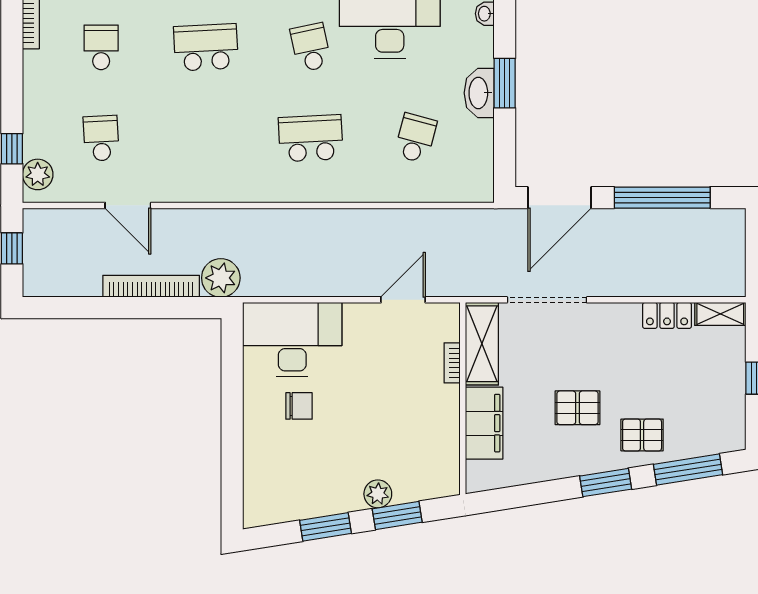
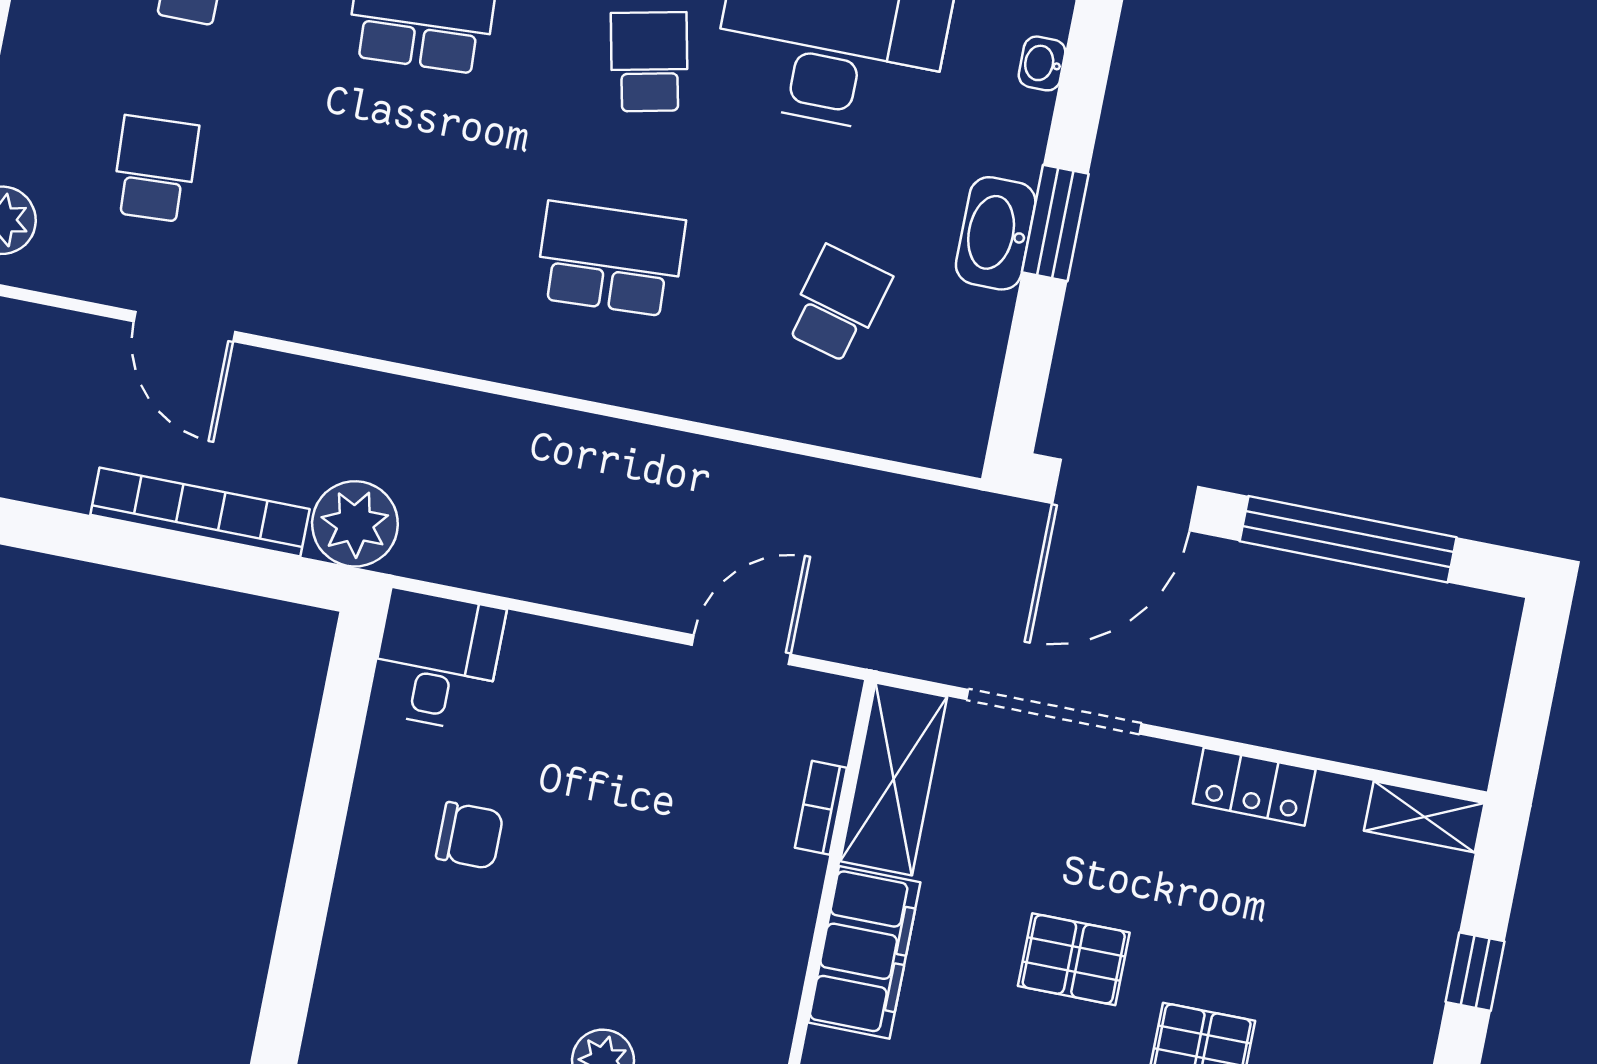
locker: (667, 315) -> (1254, 787), moved
desk: (292, 340) -> (437, 660), width x0.53, depth x0.77

